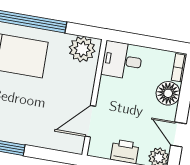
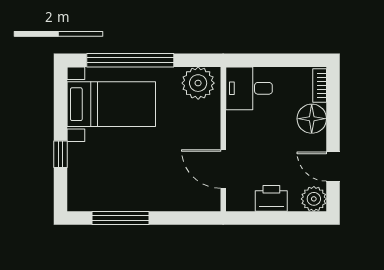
door: (90, 121) -> (223, 169), hinge flipped

